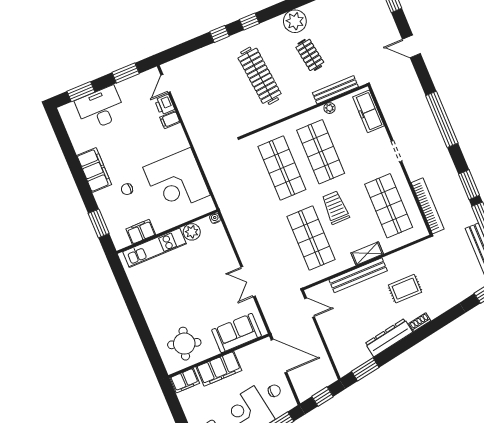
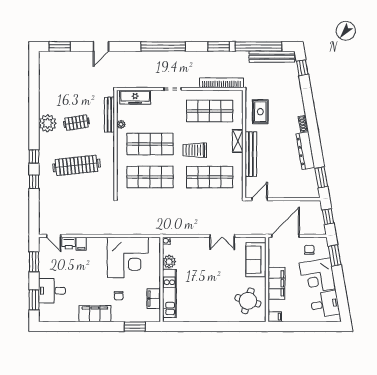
desk: (100, 108) -> (52, 291), width x0.73
rug: (405, 289) -> (260, 112), moved
filing cabinet: (185, 380) -> (275, 317), width x0.50

